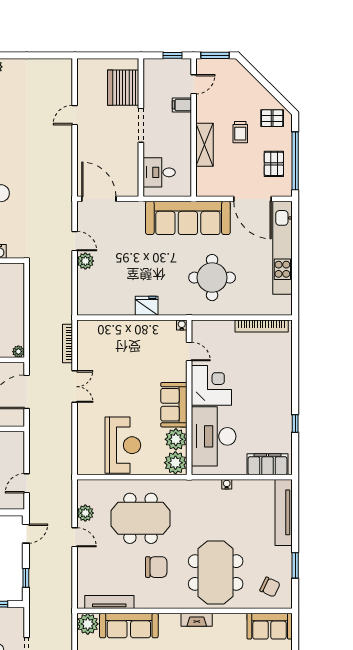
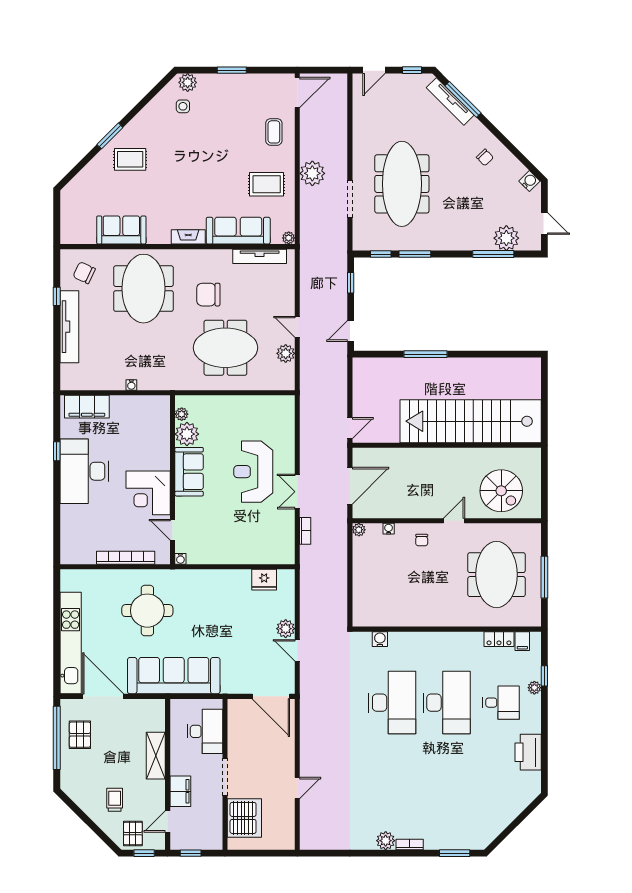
window: (215, 55) -> (144, 853), width x0.67
filing cabinet: (182, 105) -> (180, 791), width x2.00
pallet: (272, 118) -> (133, 834), moved, turned 90
trolley: (240, 132) -> (115, 800), moved
desk: (159, 172) -> (205, 731), width x1.37
fridge: (147, 306) -> (264, 580), moved
bookcase: (262, 326) -> (126, 558), moved
bookcase: (68, 344) -> (305, 531), width x0.64
desk: (214, 436) -> (84, 471), moved, turned 180
reception desk: (123, 445) -> (253, 472), moved
plant: (175, 463) -> (182, 414), width x0.53, depth x0.53
door: (27, 483) -> (350, 428), moved
tv unit: (284, 512) -> (69, 327), moved
window: (295, 565) -> (57, 296), width x0.67
fireplace: (197, 620) -> (188, 237), moved
plant: (88, 624) -> (289, 238), width x0.53, depth x0.53
sofa: (270, 626) -> (121, 230), moved

